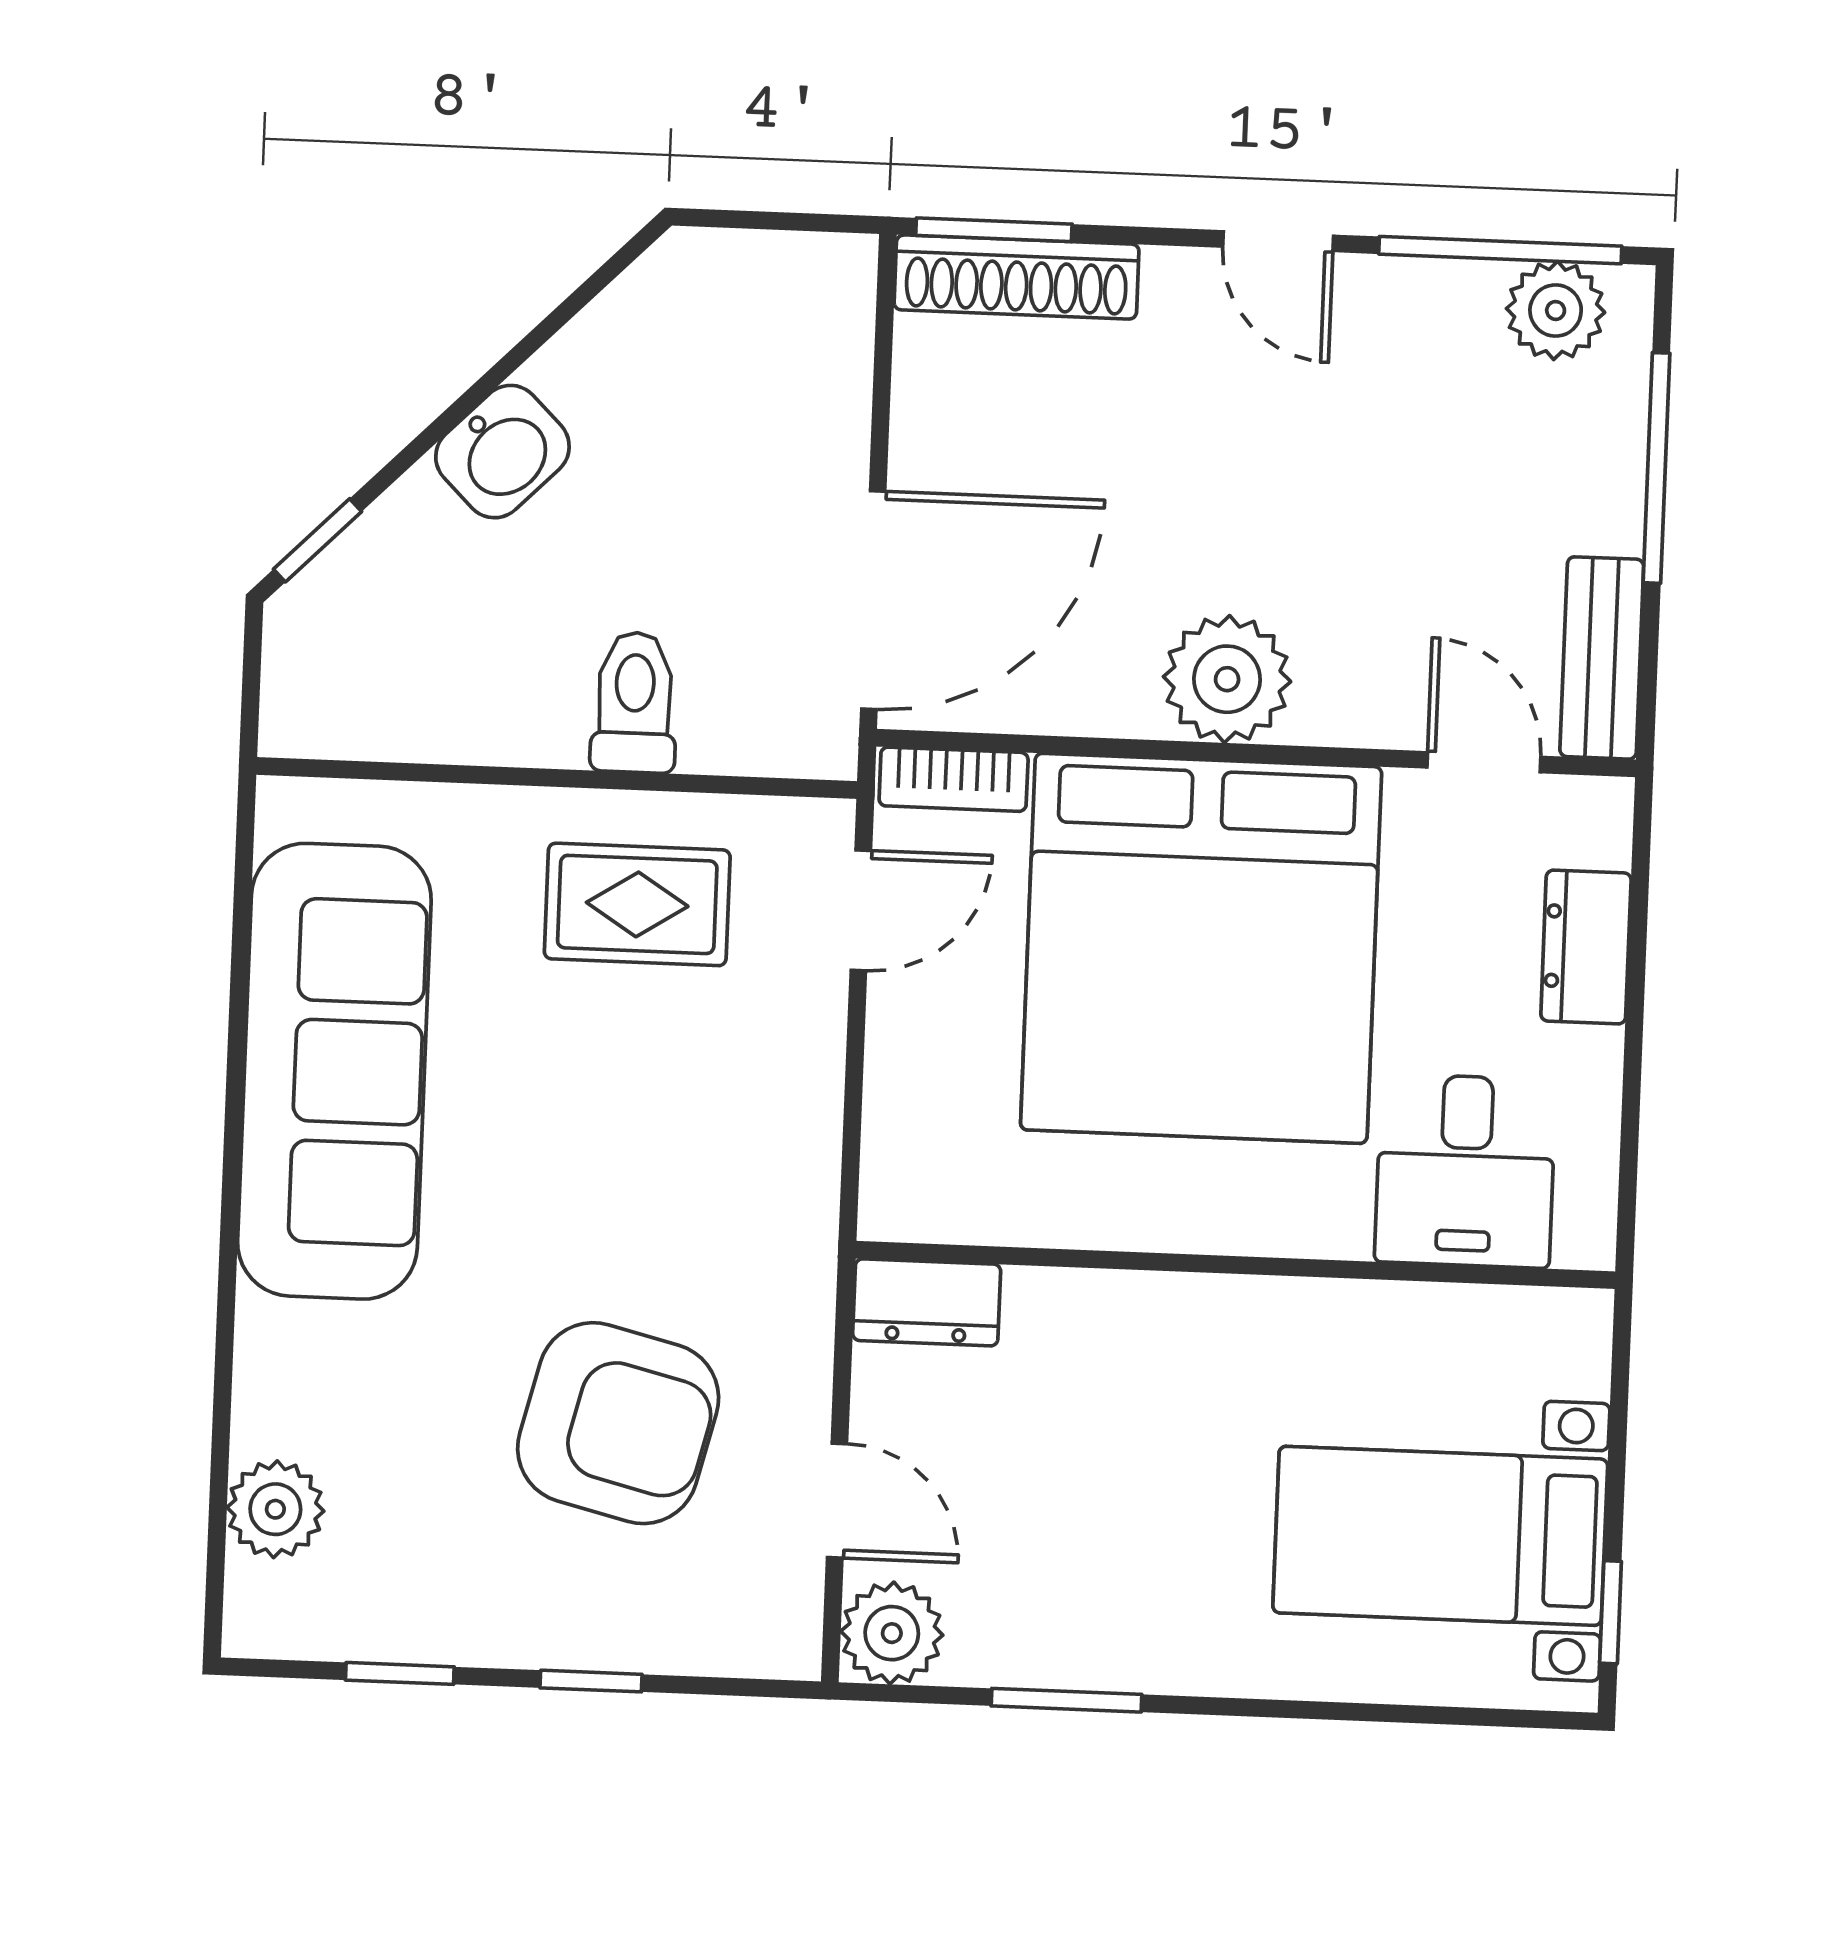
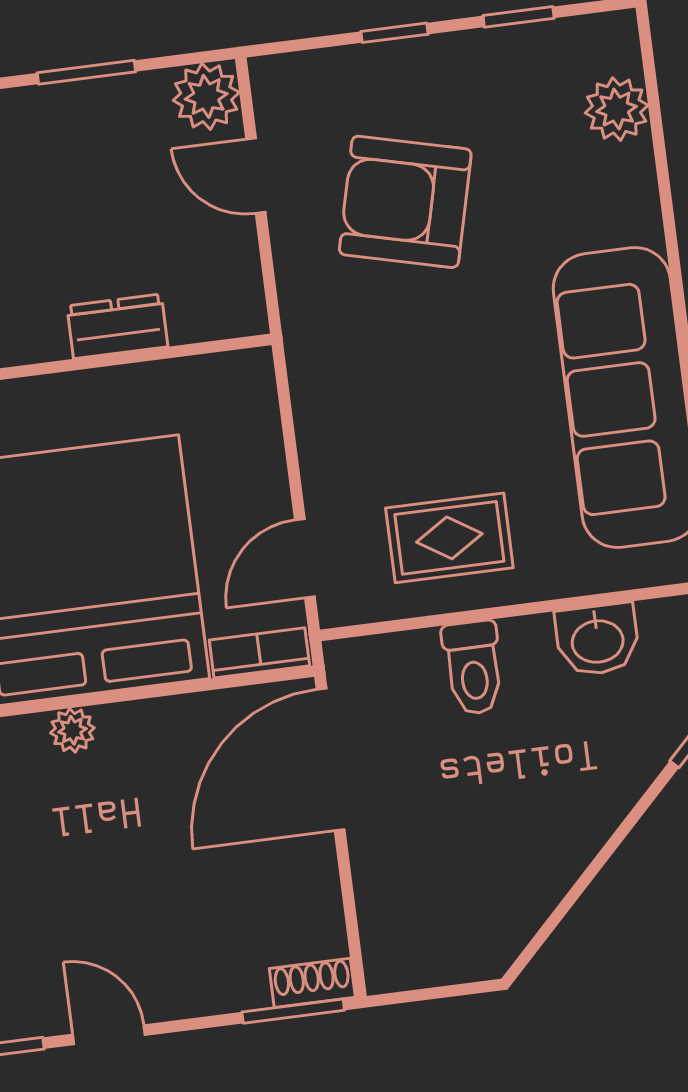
shoe rack: (1017, 277) -> (312, 983), width x0.51, depth x0.81
washbasin: (502, 452) -> (597, 640), moved, turned -135
plant: (1227, 679) -> (72, 730), width x0.53, depth x0.53
dresser: (927, 1302) -> (117, 326), moved

